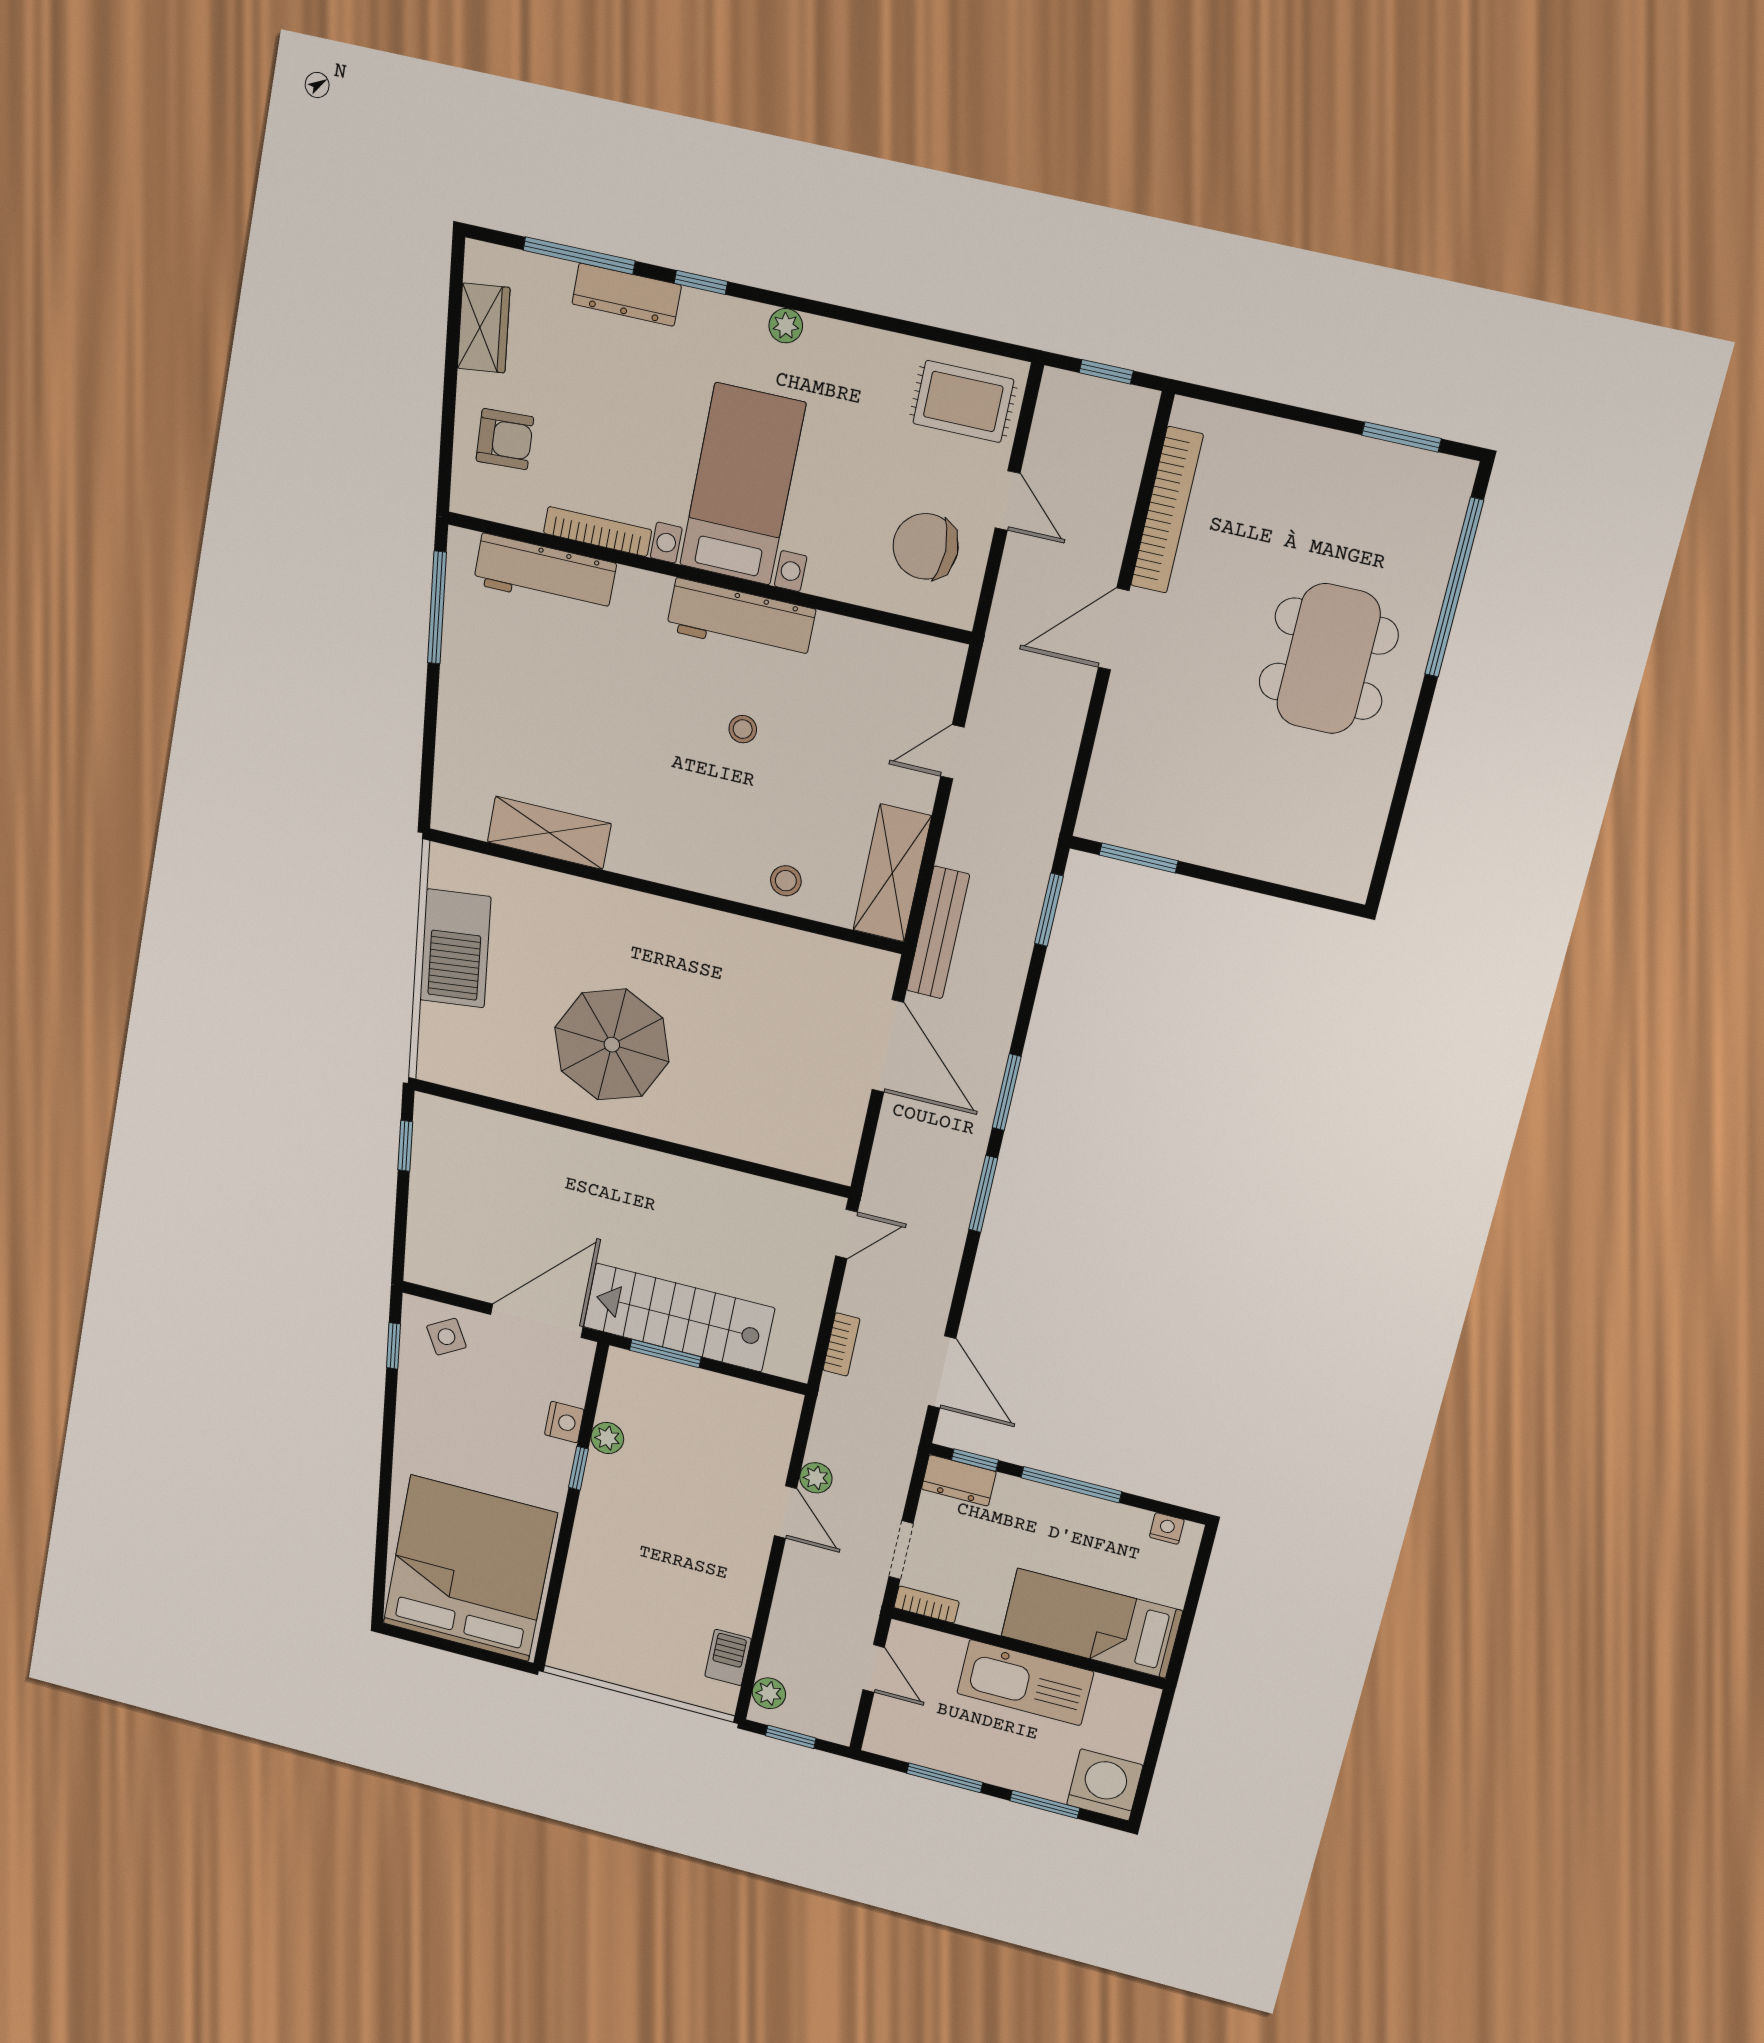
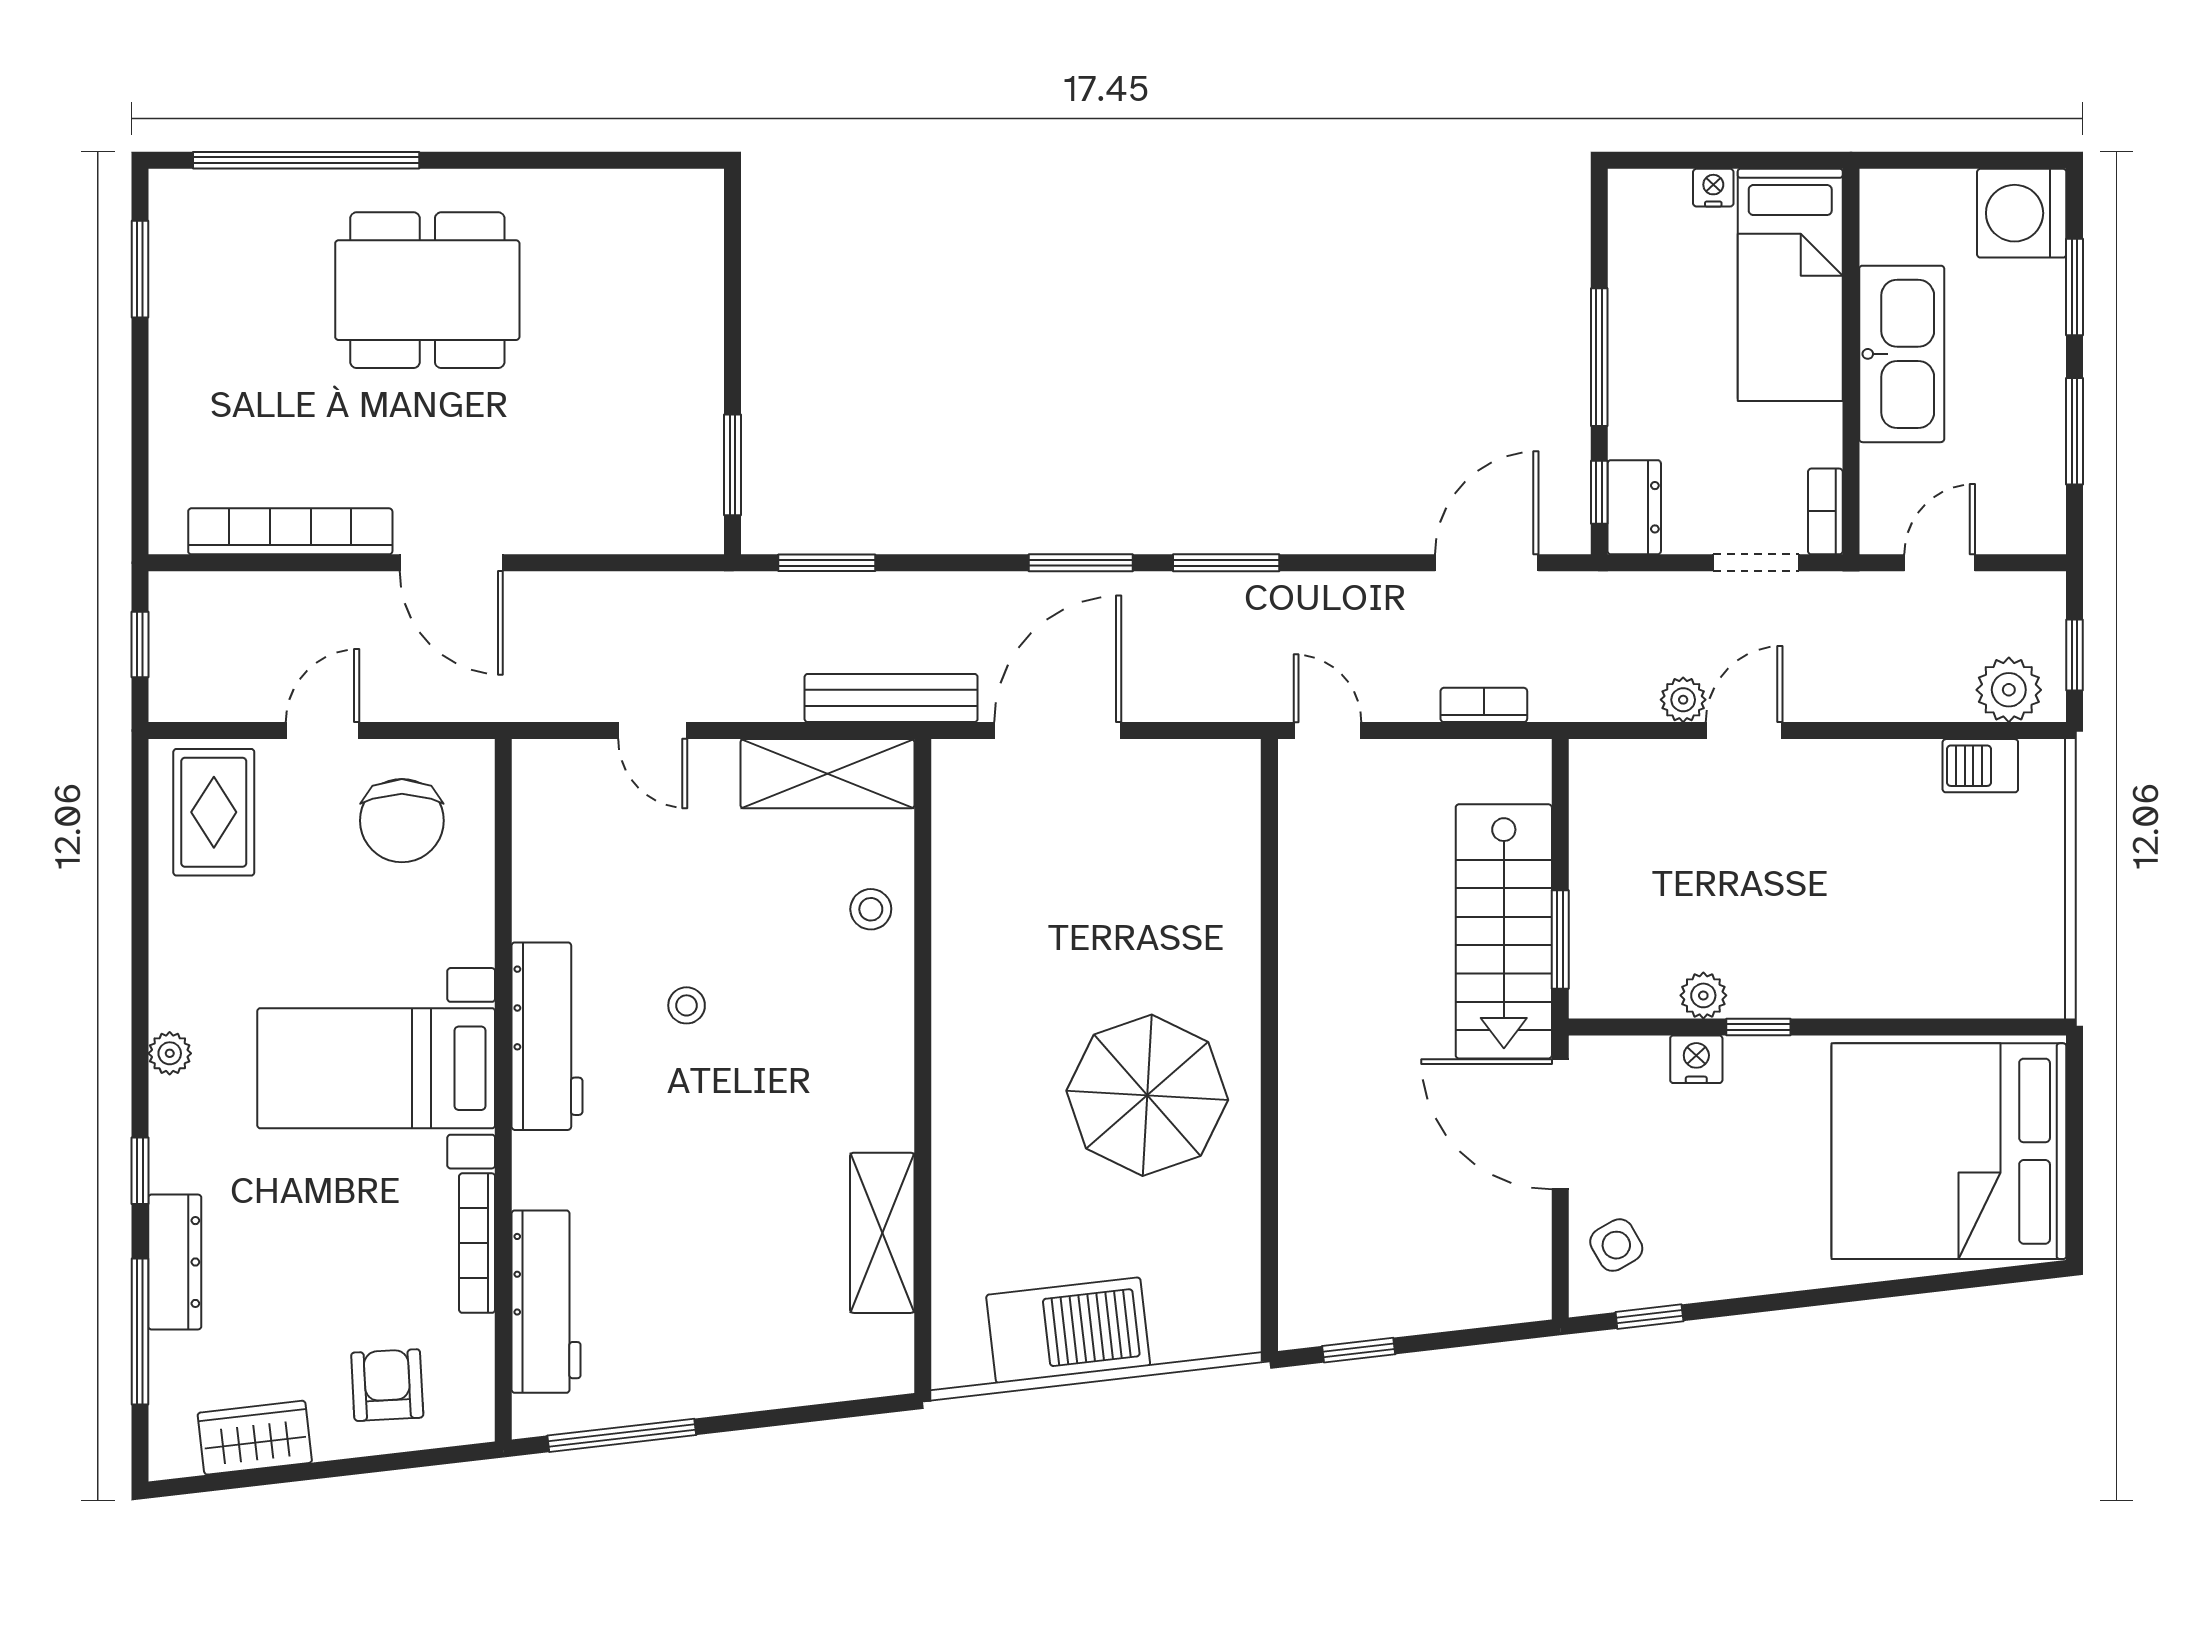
nightstand: (1167, 1528) -> (1713, 188), moved, turned 90
plant: (769, 1693) -> (2009, 690), width x1.38, depth x1.38

